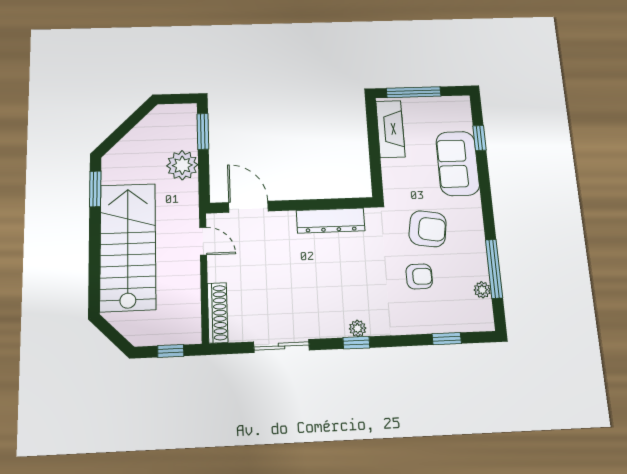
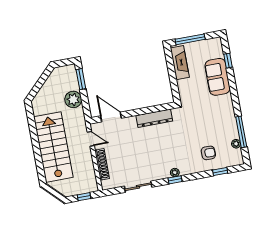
window: (95, 189) -> (31, 119), removed
armchair: (428, 229) -> (205, 115), removed
armchair: (419, 276) -> (208, 153), moved
shoe rack: (218, 313) -> (102, 164), moved

